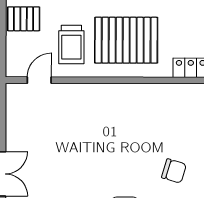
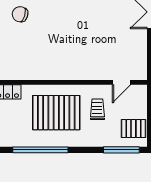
trolley: (71, 44) -> (97, 109), width x0.73, depth x0.72

